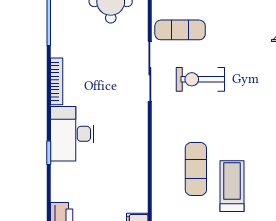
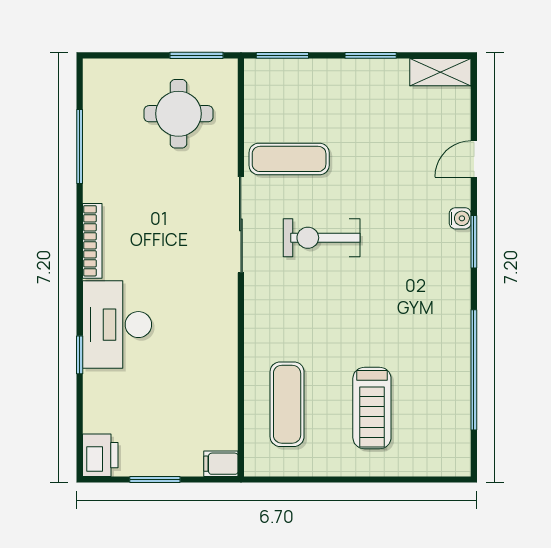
exercise mat: (196, 169) -> (287, 404), moved
treadmill: (232, 186) -> (372, 408), turned 180

